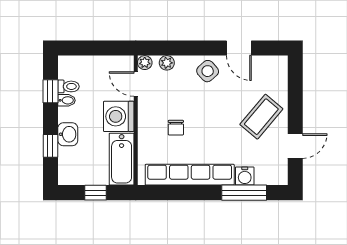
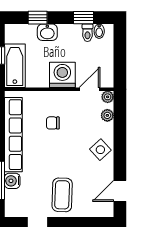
door: (239, 48) -> (120, 191), moved
bidet: (67, 100) -> (99, 31), moved
coffee table: (261, 117) -> (62, 195), turned 52
bathtub: (122, 159) -> (15, 66), moved, turned 90

